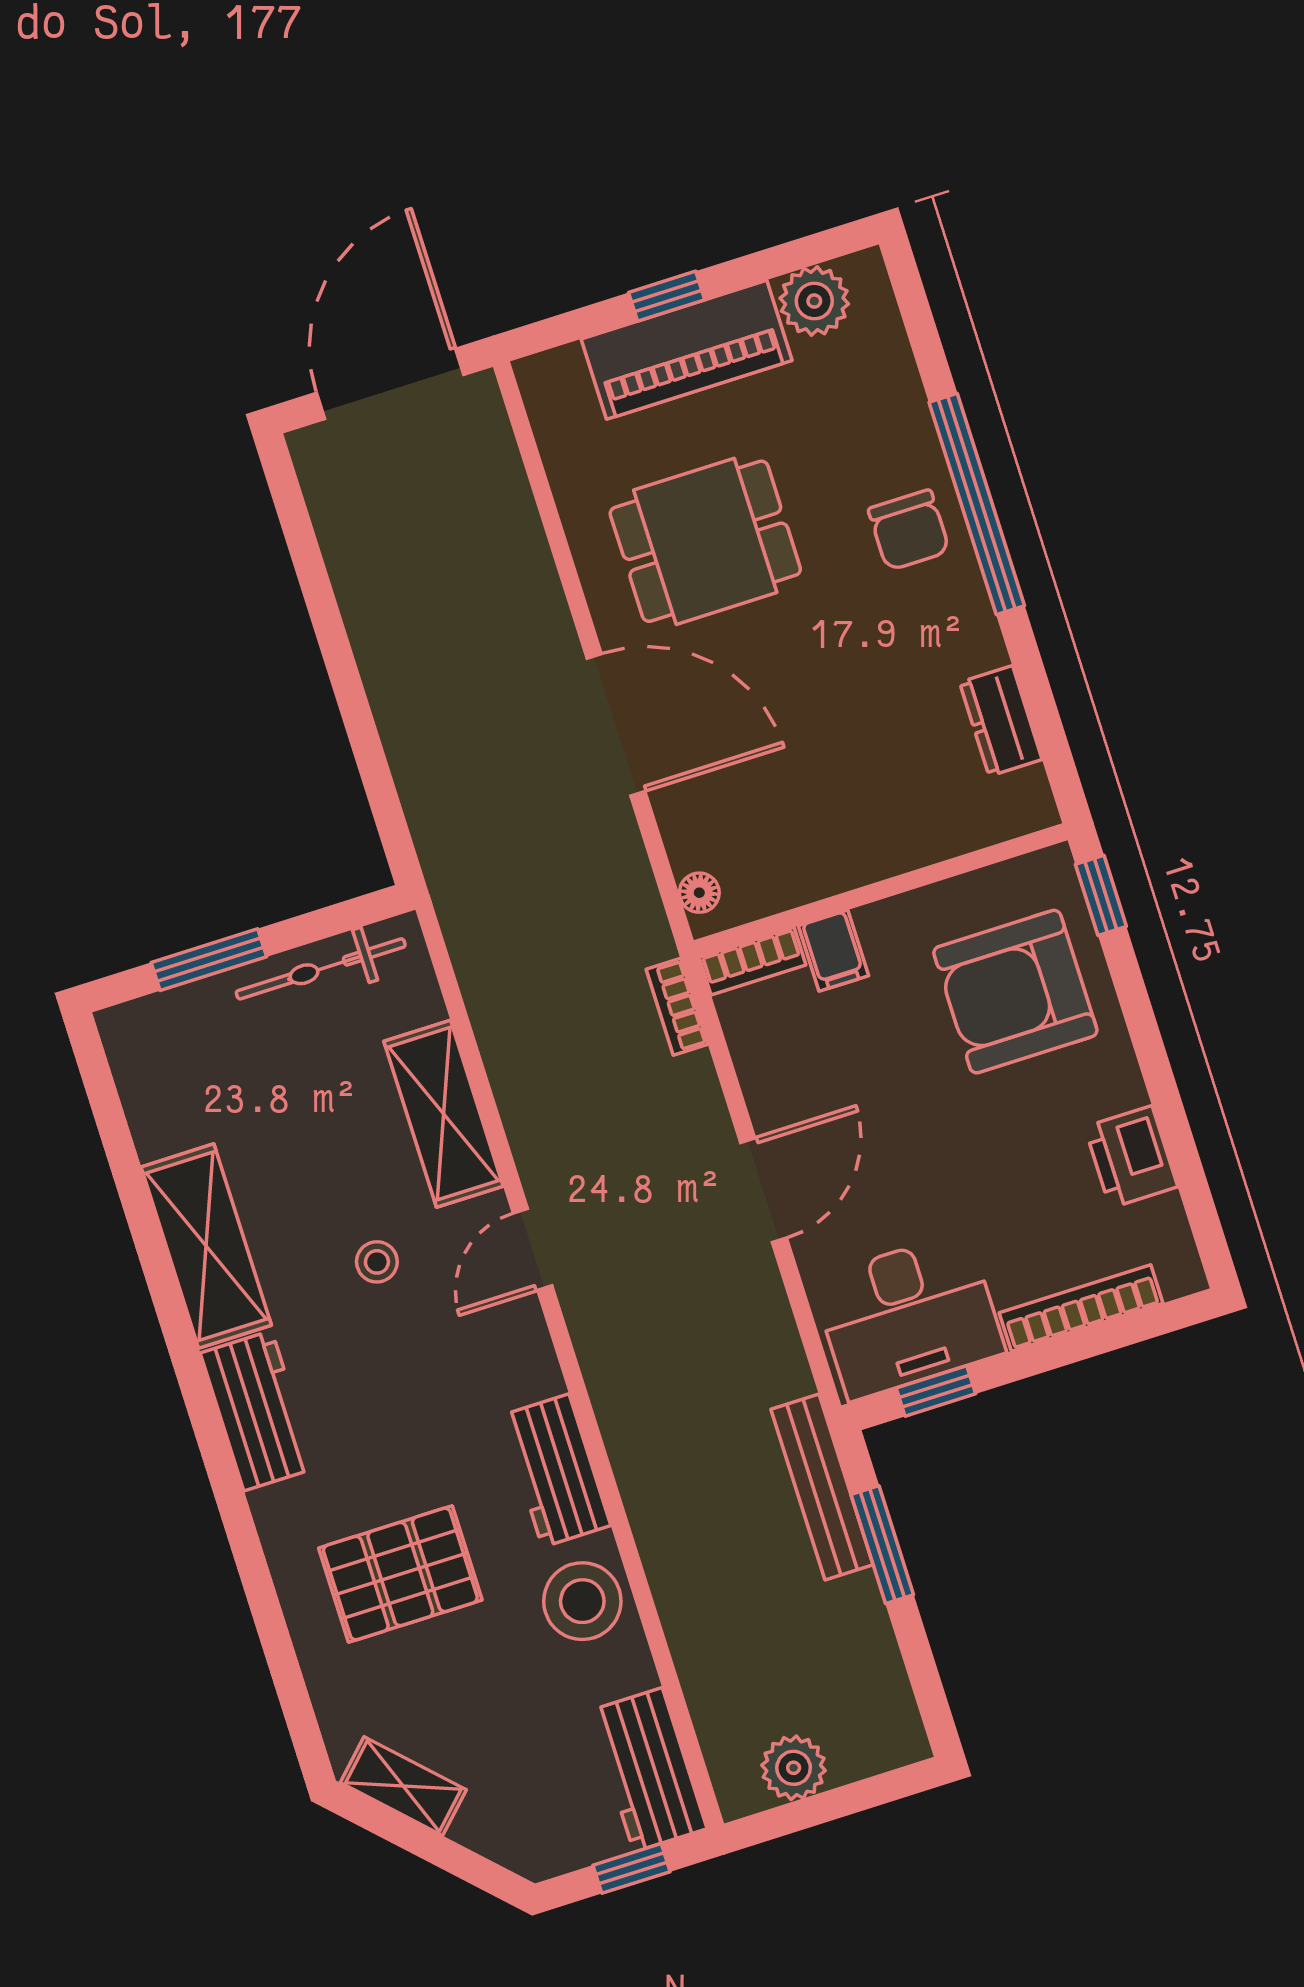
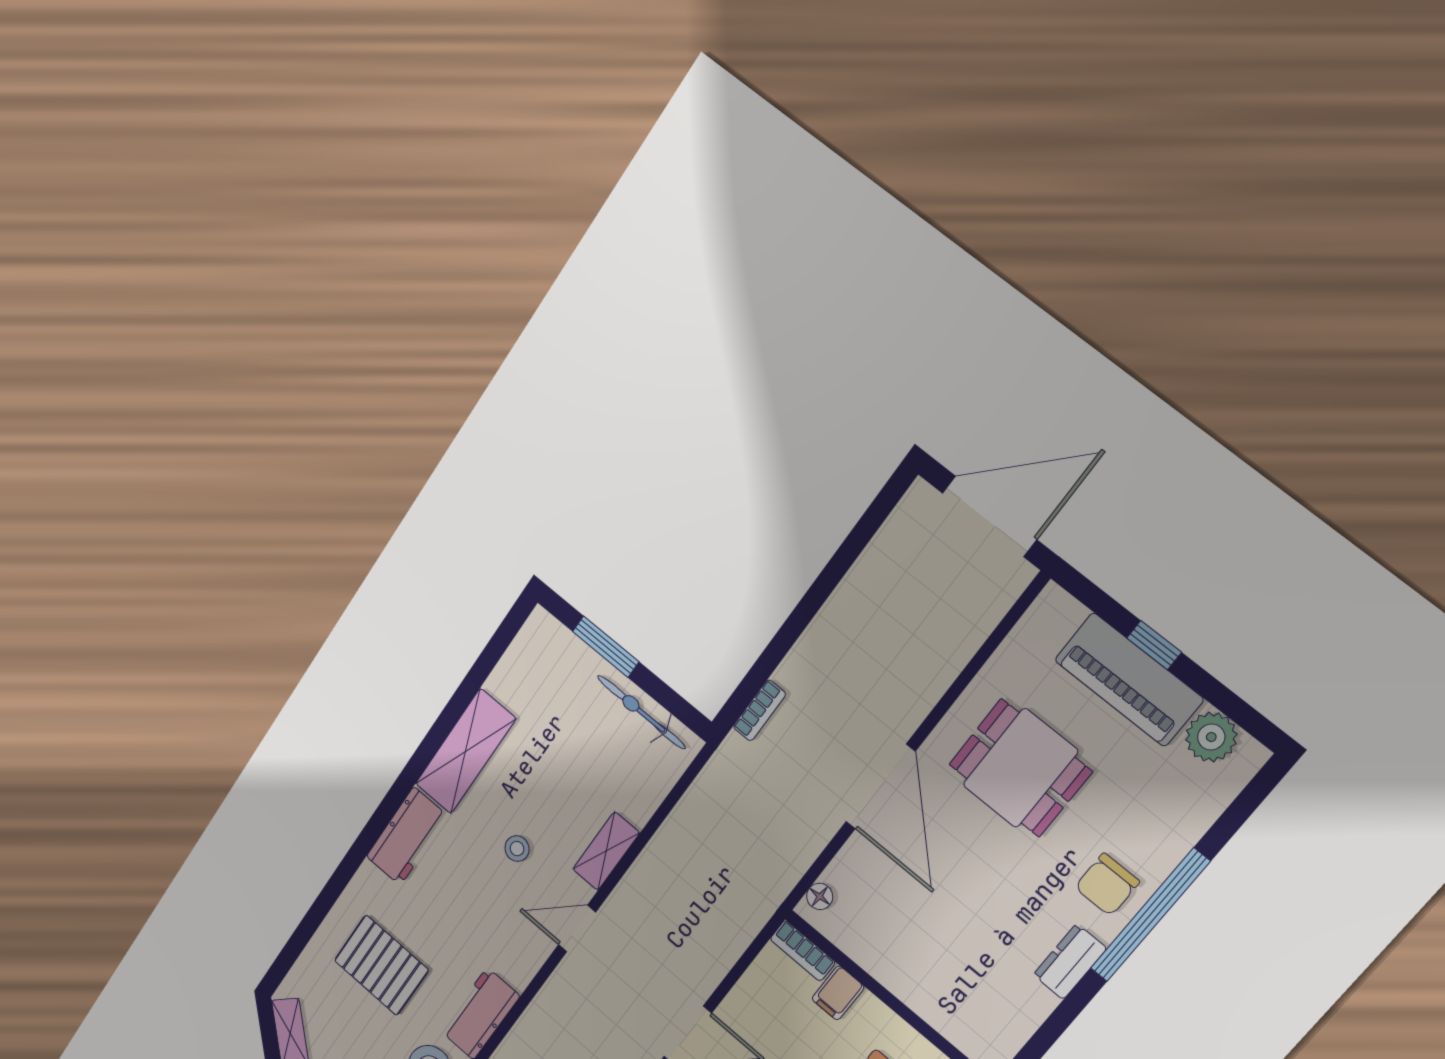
dresser: (1001, 721) -> (1070, 962), moved
bookcase: (677, 1007) -> (759, 710), moved, turned 180
shelving: (444, 1114) -> (606, 851), width x0.67, depth x0.75

